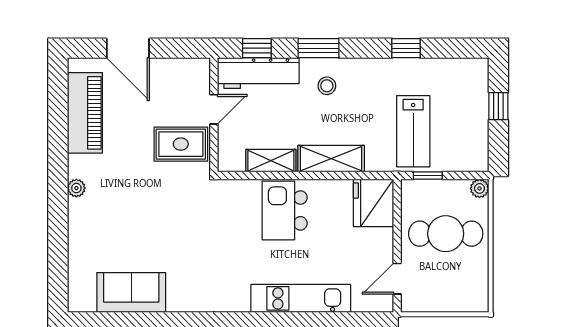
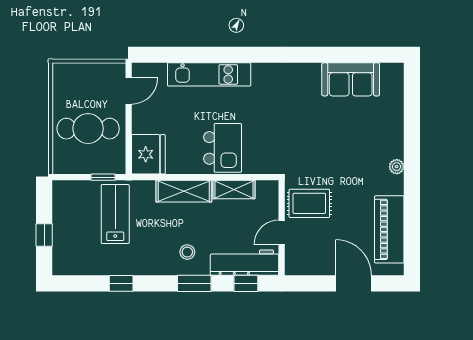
plant: (480, 188) -> (60, 166), removed

